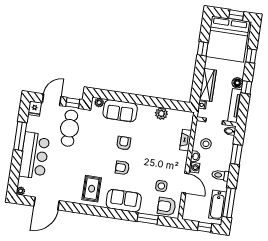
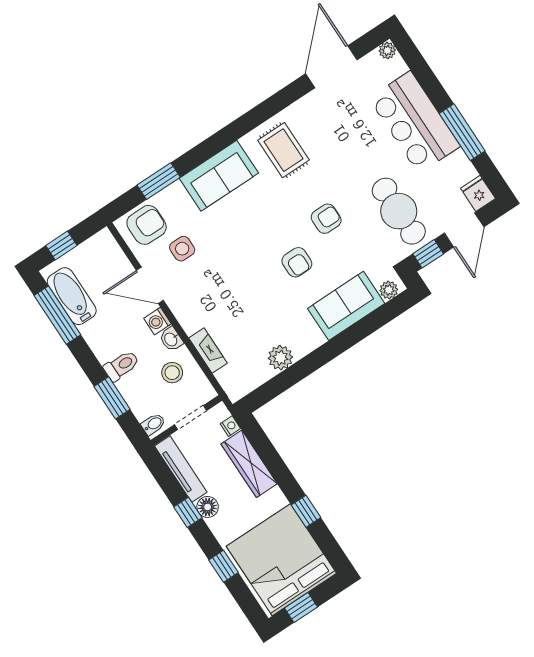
armchair: (122, 168) -> (326, 219), moved
toilet: (220, 175) -> (121, 366), moved

